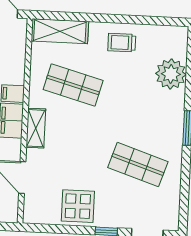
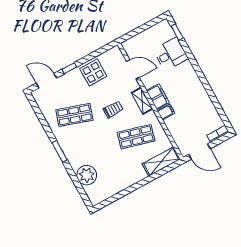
trolley: (122, 43) -> (113, 109), moved

